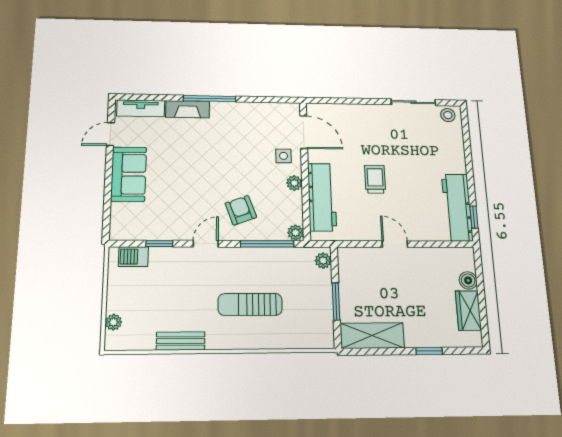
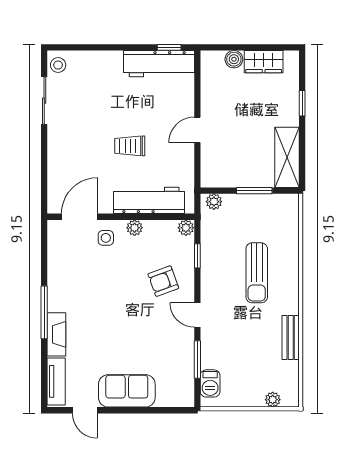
window: (159, 244) -> (197, 359), width x1.50
window: (267, 244) -> (197, 256), width x0.46

